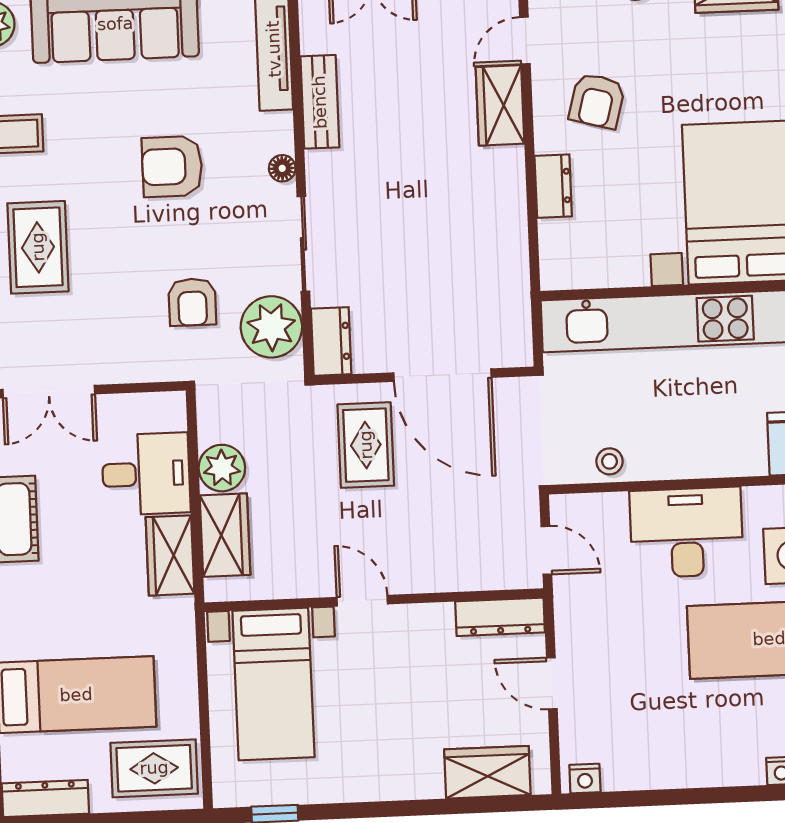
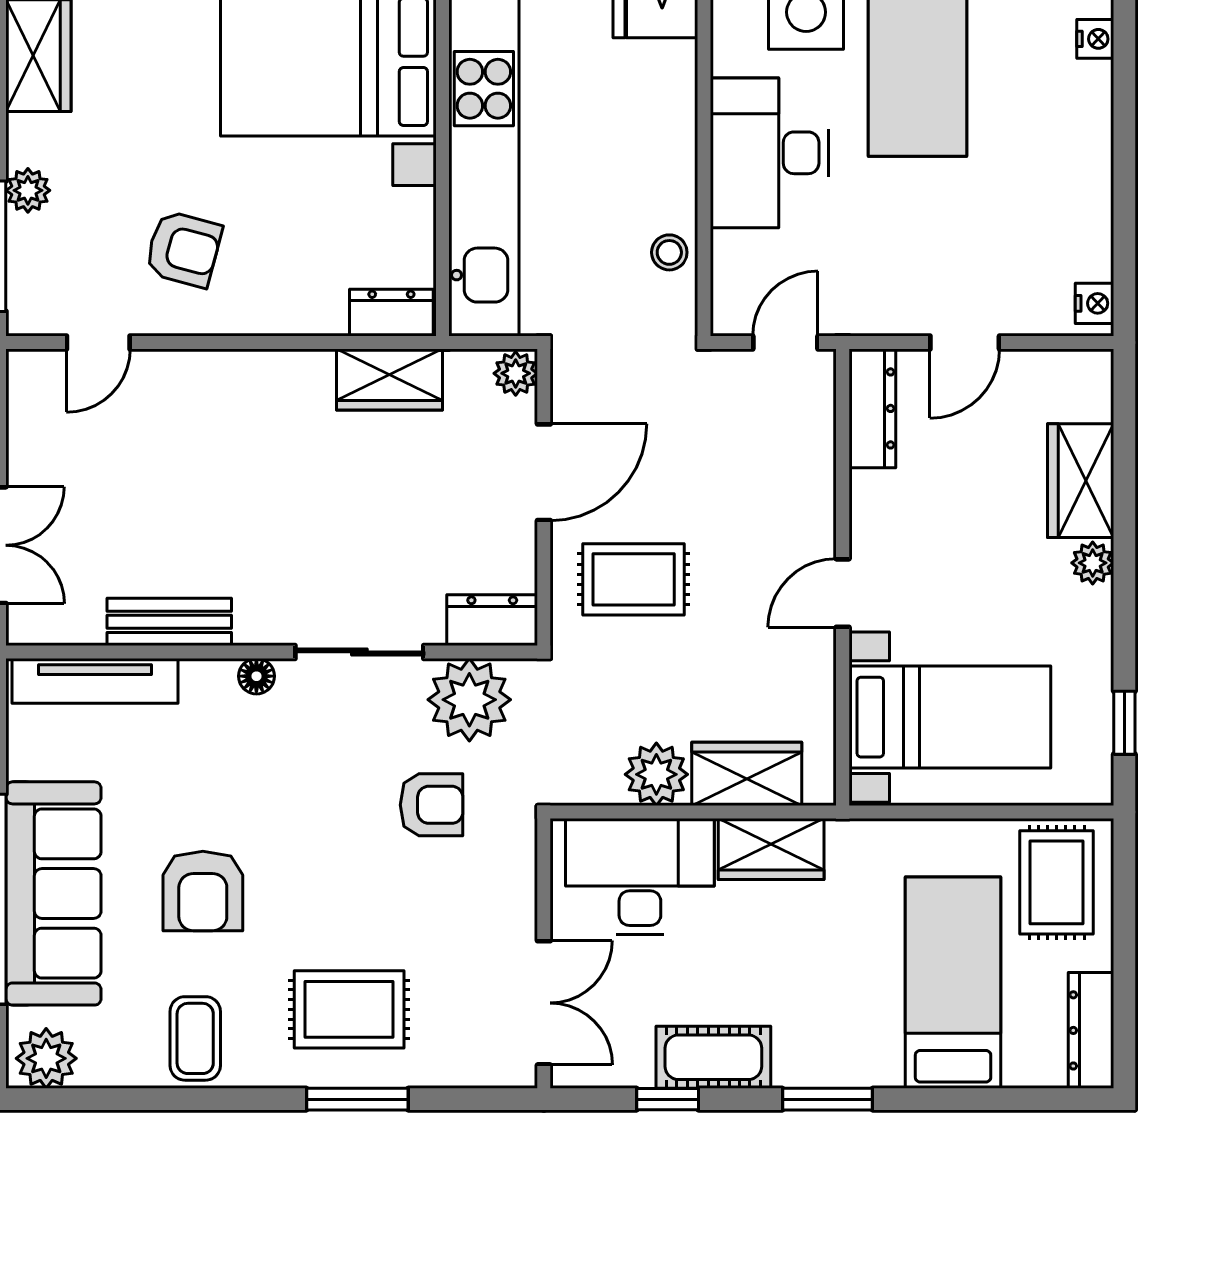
door: (525, 41) -> (98, 342), hinge flipped
wardrobe: (500, 105) -> (389, 380), moved
armchair: (172, 166) -> (203, 891), moved
dresser: (553, 186) -> (391, 313), moved
plant: (515, 351) -> (516, 373), added
door: (443, 375) -> (544, 472), width x0.73
desk: (146, 474) -> (640, 877), width x1.37
wardrobe: (487, 772) -> (1081, 481), moved
plant: (392, 785) -> (1093, 563), added

